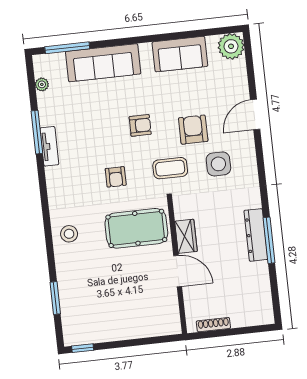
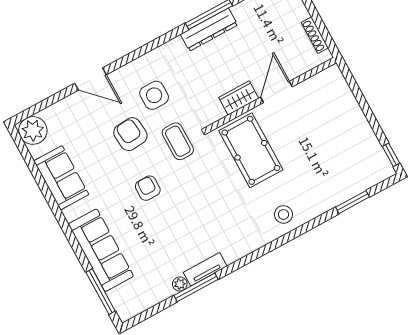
plant: (42, 84) -> (180, 284), moved
armchair: (193, 130) -> (130, 134), turned 85
armchair: (116, 177) -> (208, 192), removed

